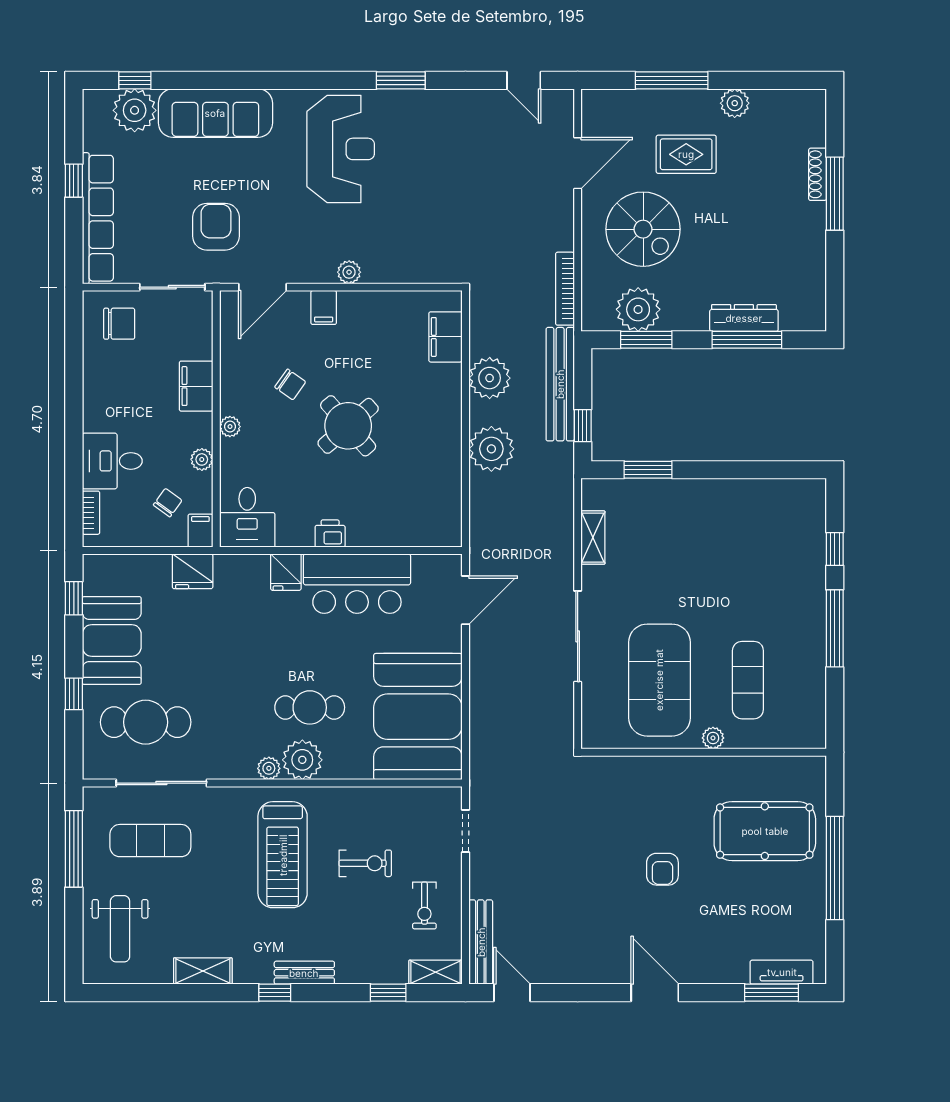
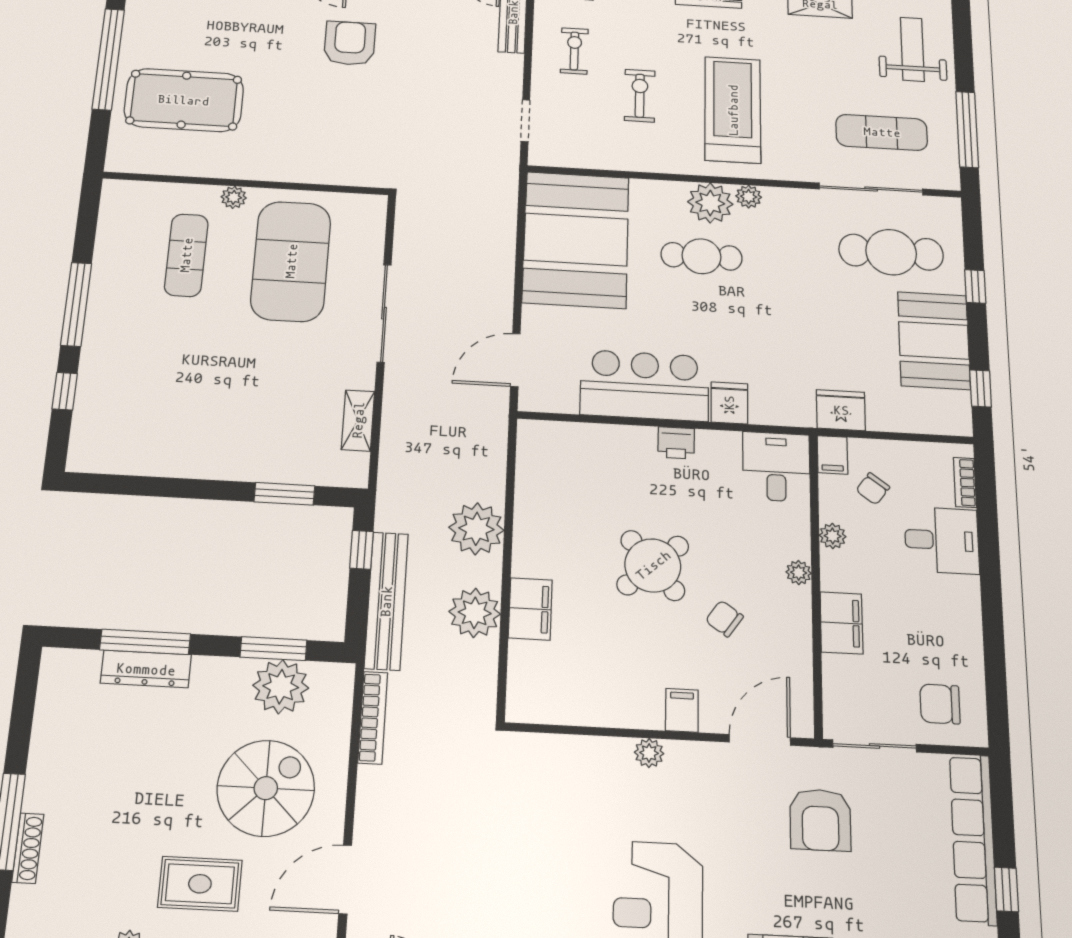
spiral stairs: (643, 229) -> (266, 788), turned 90
filing cabinet: (445, 337) -> (530, 609), moved
exercise bike: (365, 863) -> (640, 96), turned 90
armchair: (662, 869) -> (350, 43), moved, width x1.38, depth x1.38

